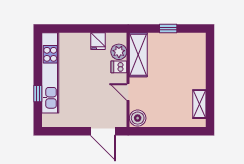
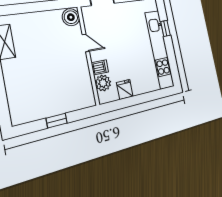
shelving: (138, 55) -> (83, 84), removed

